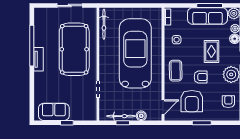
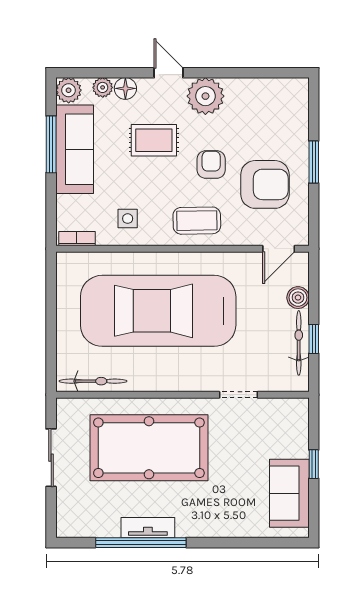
tv unit: (39, 59) -> (148, 528), moved
armchair: (228, 102) -> (266, 103), removed
door: (163, 107) -> (279, 249), swing flipped

